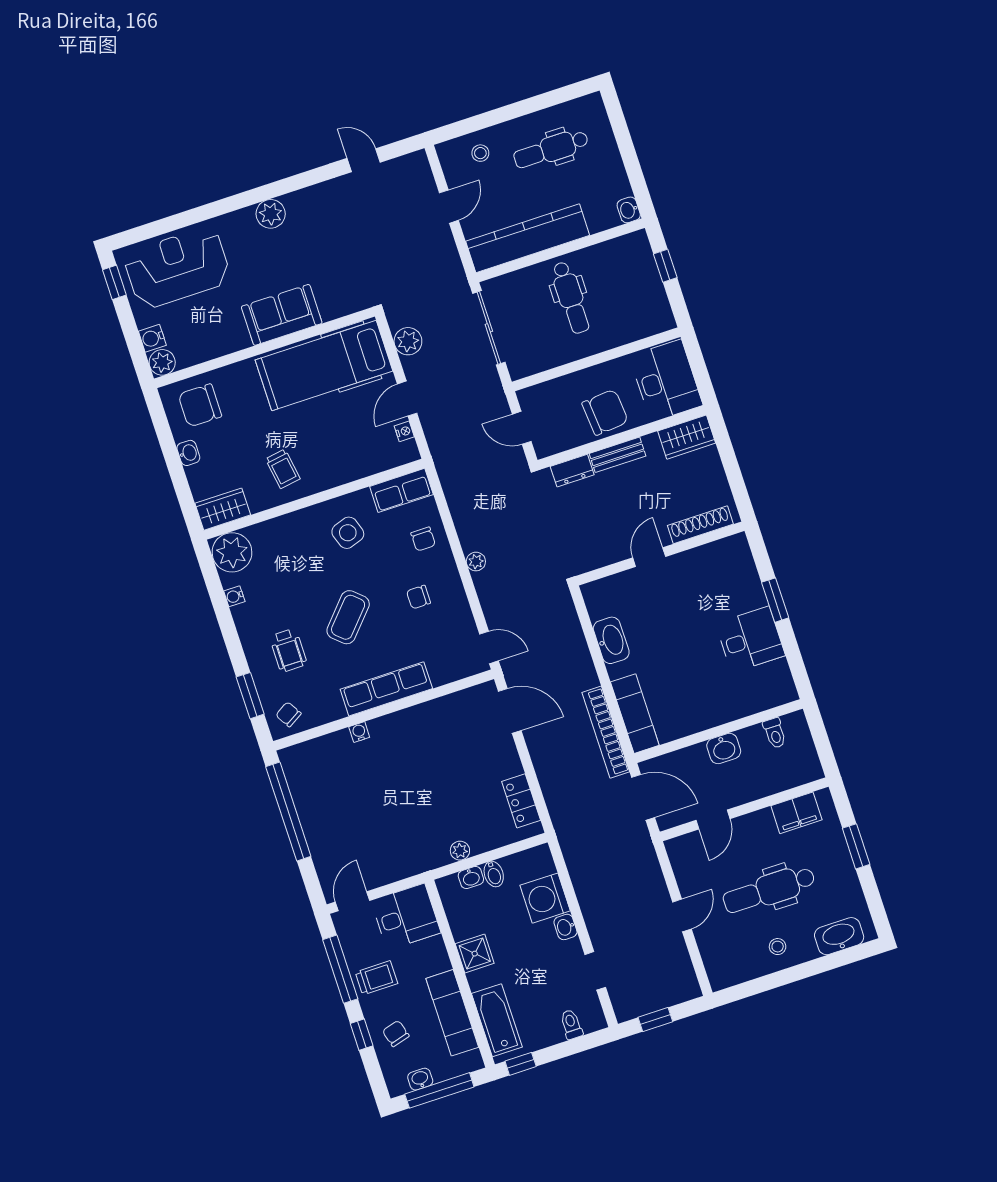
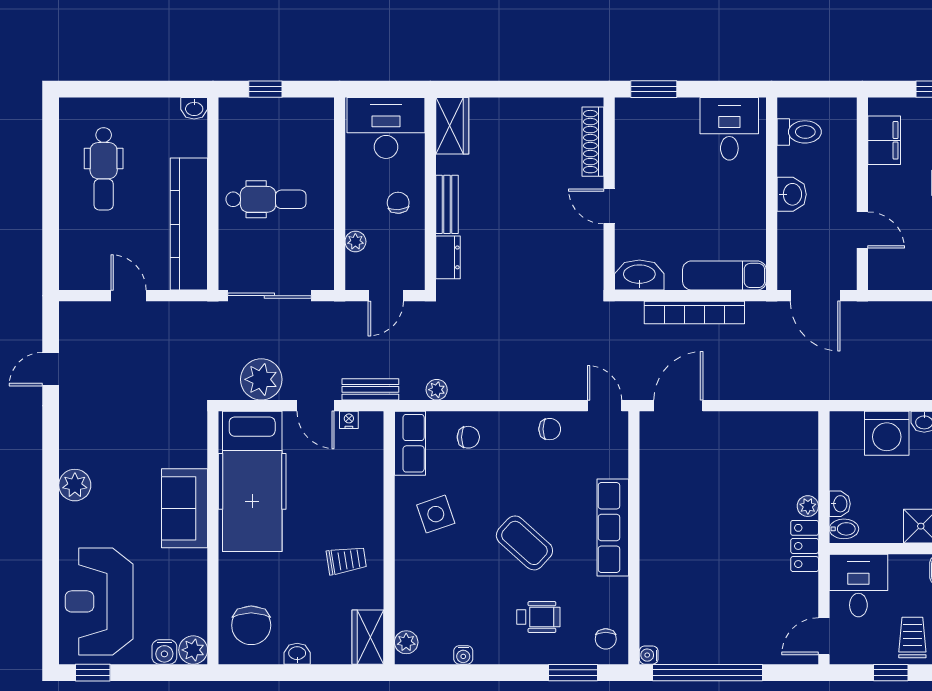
stool: (480, 153) -> (83, 244), removed
plant: (408, 341) -> (261, 379), width x1.36, depth x1.36
plant: (560, 386) -> (355, 242), added
chair: (605, 412) -> (398, 203), width x0.54, depth x0.54
bench: (437, 441) -> (370, 389), added
shoe rack: (700, 525) -> (593, 142), moved
plant: (232, 552) -> (406, 642), width x0.53, depth x0.53
wall: (660, 553) -> (609, 194), moved
door: (649, 557) -> (609, 206), moved
plant: (476, 562) -> (437, 390), moved
chair: (419, 597) -> (550, 429), moved, turned -90
desk: (750, 640) -> (729, 129), moved
door: (489, 647) -> (605, 406), hinge flipped
chair: (288, 714) -> (606, 639), turned -59
water cooler: (359, 732) -> (649, 655), moved
bookcase: (606, 732) -> (694, 312), moved
toilet: (775, 733) -> (799, 132), width x1.37, depth x1.39
door: (643, 797) -> (815, 296), swing flipped
locker: (521, 801) -> (805, 546), moved, turned 90
bidet: (494, 874) -> (844, 529), moved
door: (353, 901) -> (824, 636), hinge flipped
window: (340, 969) -> (891, 673), width x0.46

